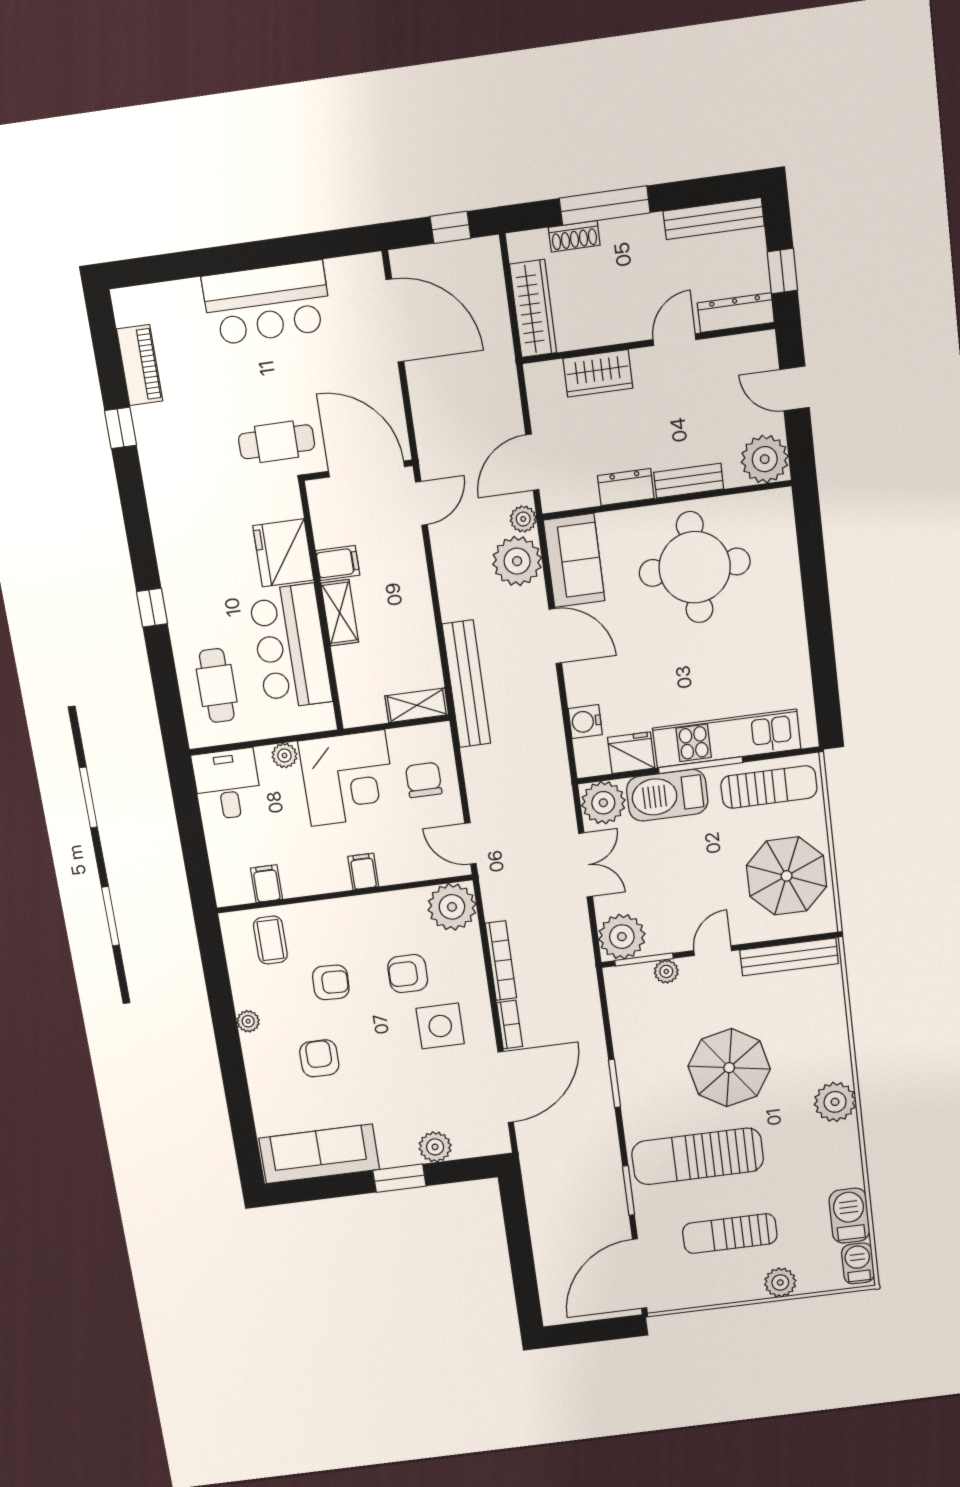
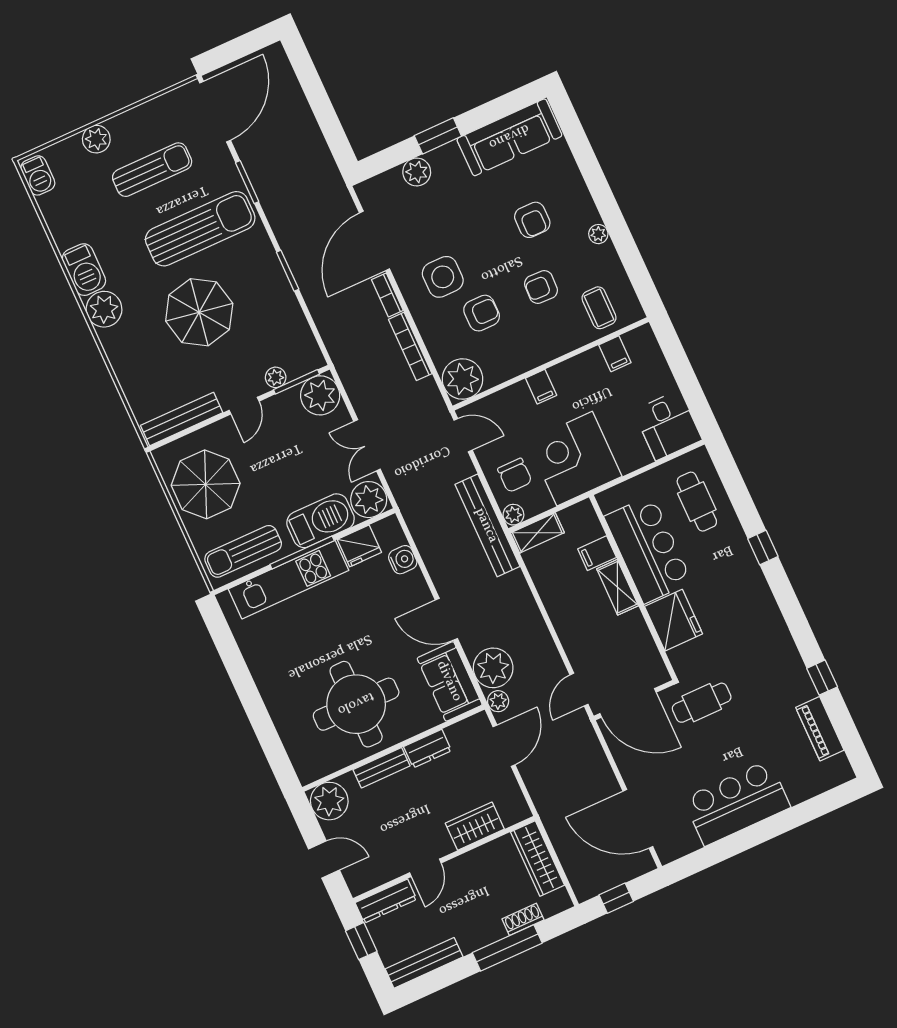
filing cabinet: (338, 563) -> (597, 553), moved
bench: (466, 684) -> (487, 525), moved
plant: (284, 755) -> (513, 515), moved
barbecue: (849, 1216) -> (84, 270), moved

